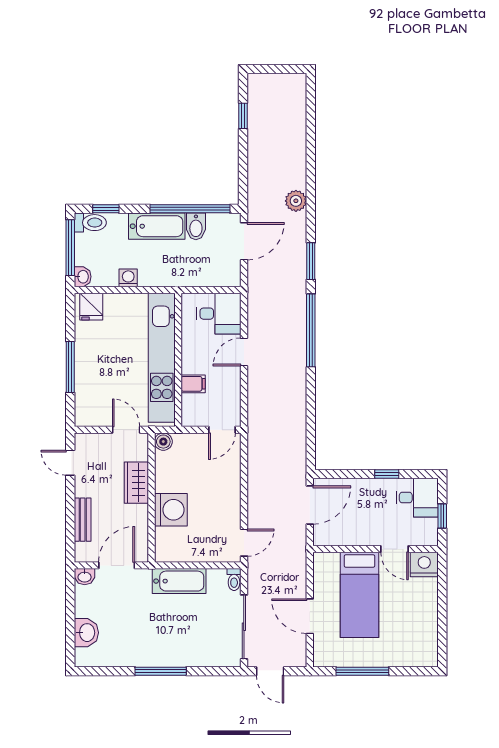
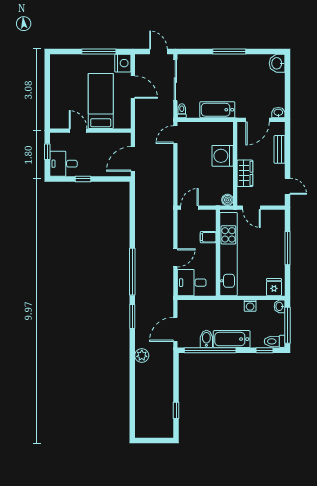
nightstand: (424, 564) -> (123, 63), moved, turned -90
washbasin: (86, 633) -> (277, 63), moved

